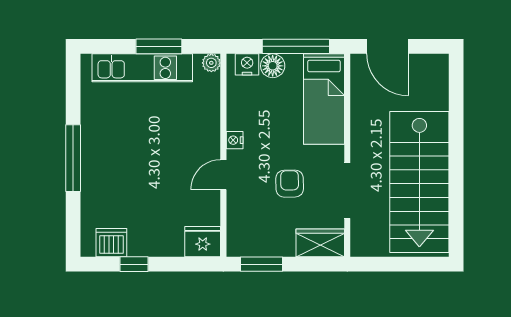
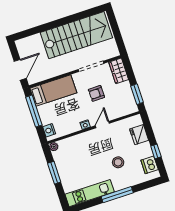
floor lamp: (273, 66) -> (46, 119), removed
kitchen unit: (142, 68) -> (90, 193), moved, turned -90
door: (223, 175) -> (102, 125), swing flipped
stool: (137, 181) -> (118, 162), added
fridge: (203, 242) -> (139, 135), moved

